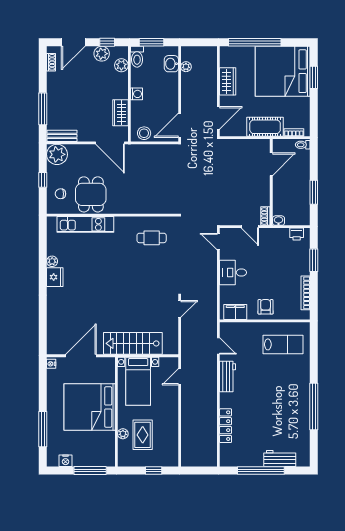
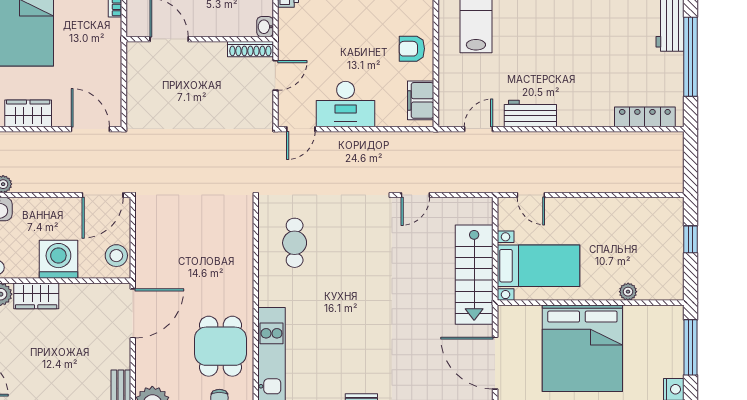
washing machine: (137, 94) -> (58, 259), width x1.89, depth x1.89
wardrobe: (120, 113) -> (36, 296), moved
door: (180, 125) -> (103, 195), hinge flipped
cot: (265, 127) -> (105, 50), removed
dining table: (91, 194) -> (220, 346), turned 90
shoe rack: (265, 216) -> (250, 49), width x1.43
desk: (233, 272) -> (346, 104), width x1.37
door: (180, 309) -> (415, 195), swing flipped
locker: (225, 426) -> (645, 117), moved
rug: (143, 435) -> (630, 258), removed

